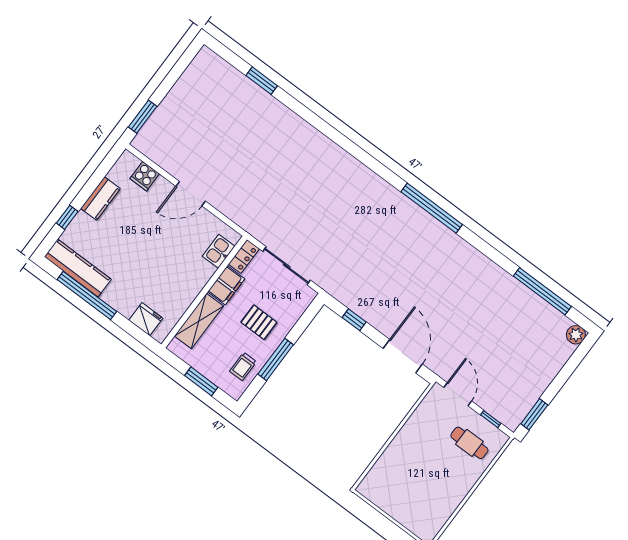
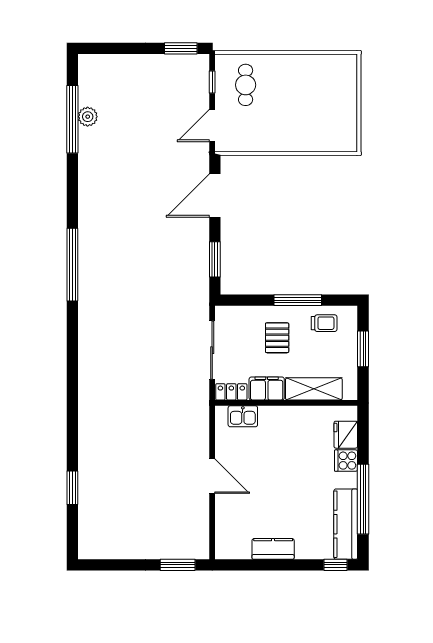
cooker: (145, 176) -> (346, 461), moved, turned 180
window: (67, 217) -> (335, 565), moved
window: (354, 320) -> (215, 259), width x1.50
plant: (576, 335) -> (88, 117), moved

